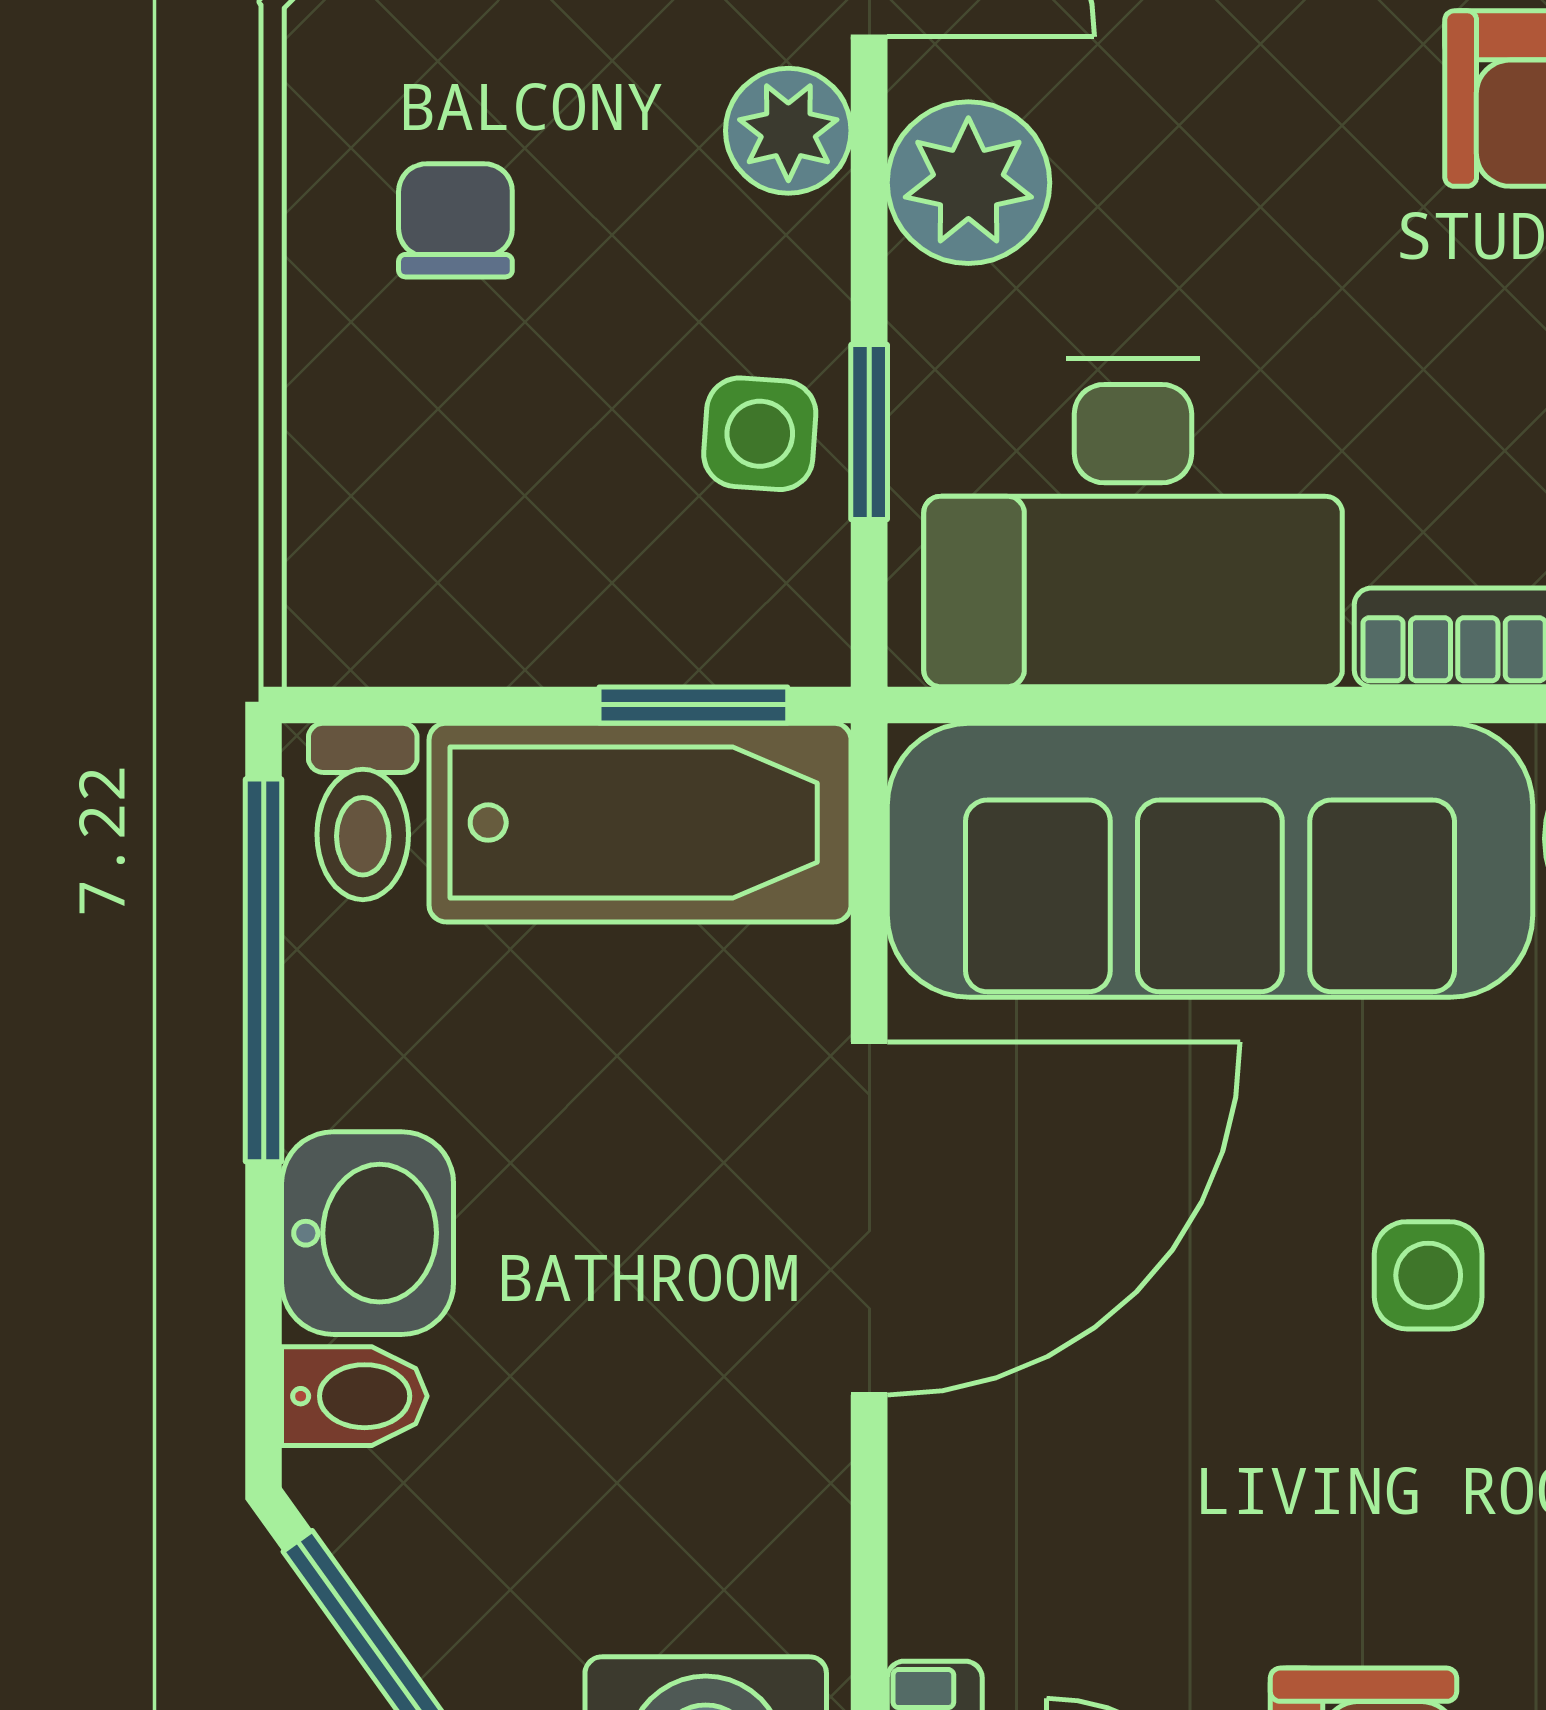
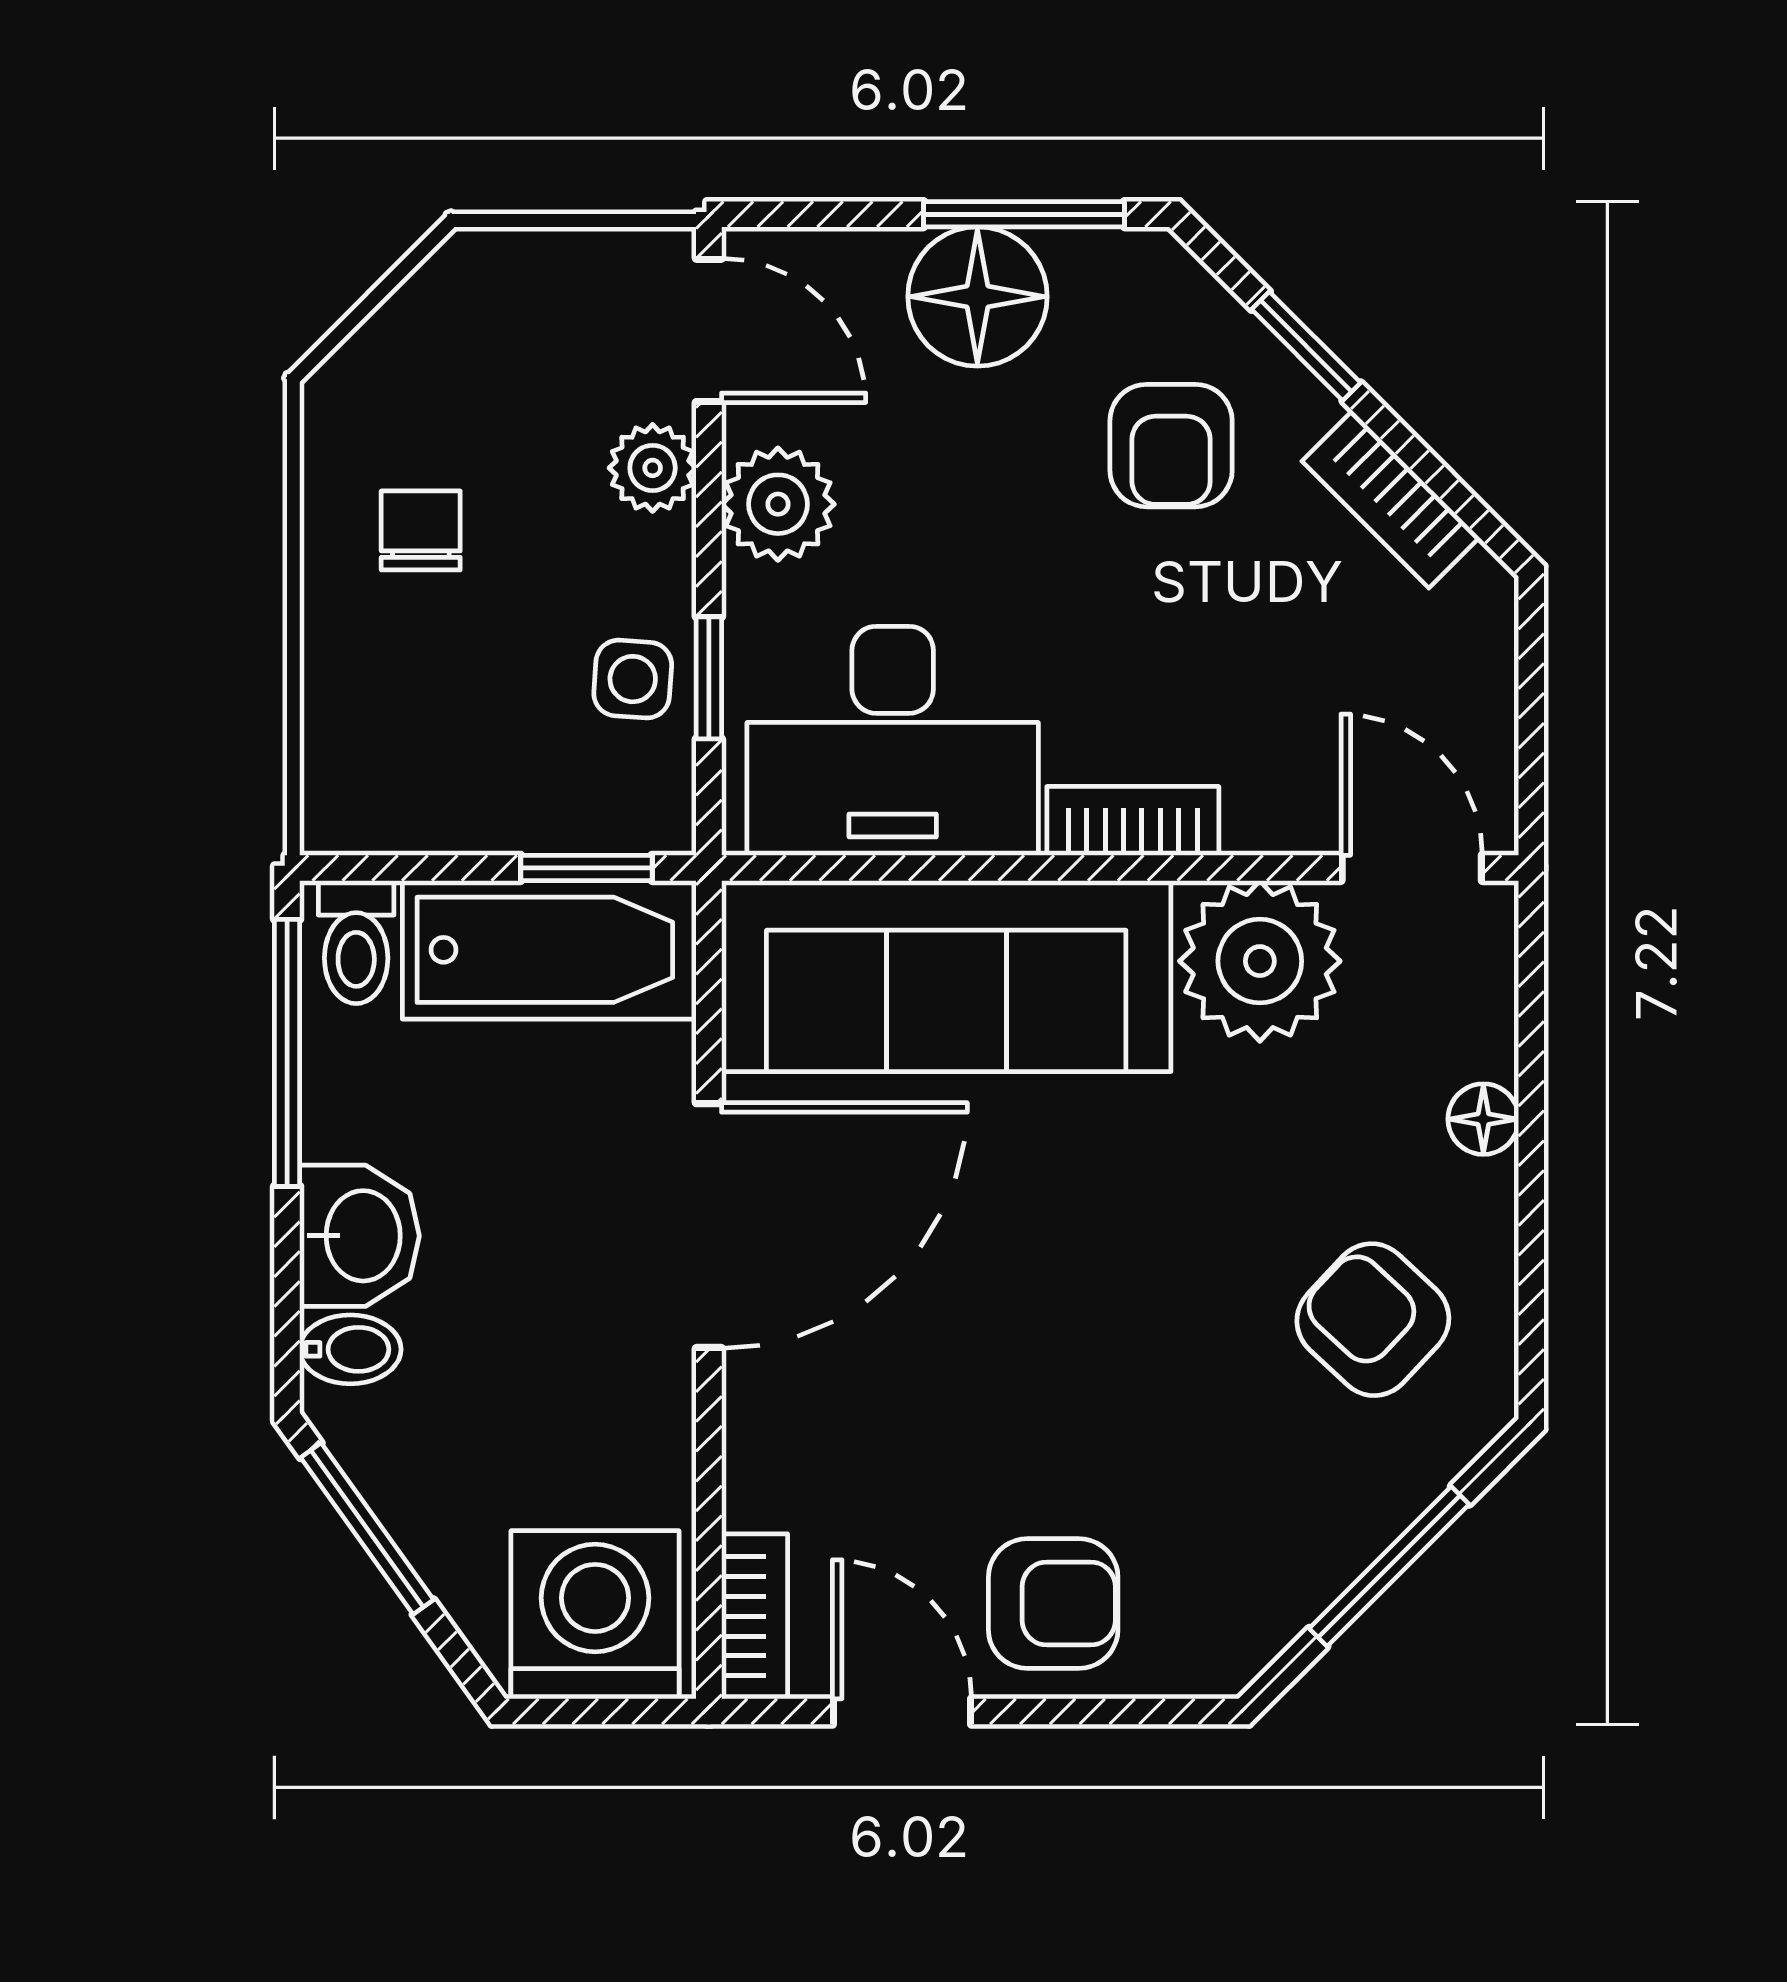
side table: (1428, 1275) -> (1098, 1265), removed

